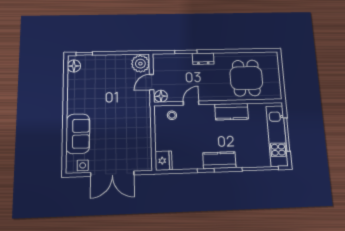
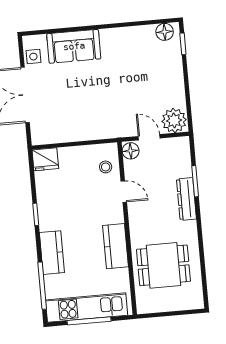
dresser: (203, 59) -> (186, 199), width x1.44
kitchen counter: (219, 160) -> (52, 253), moved

